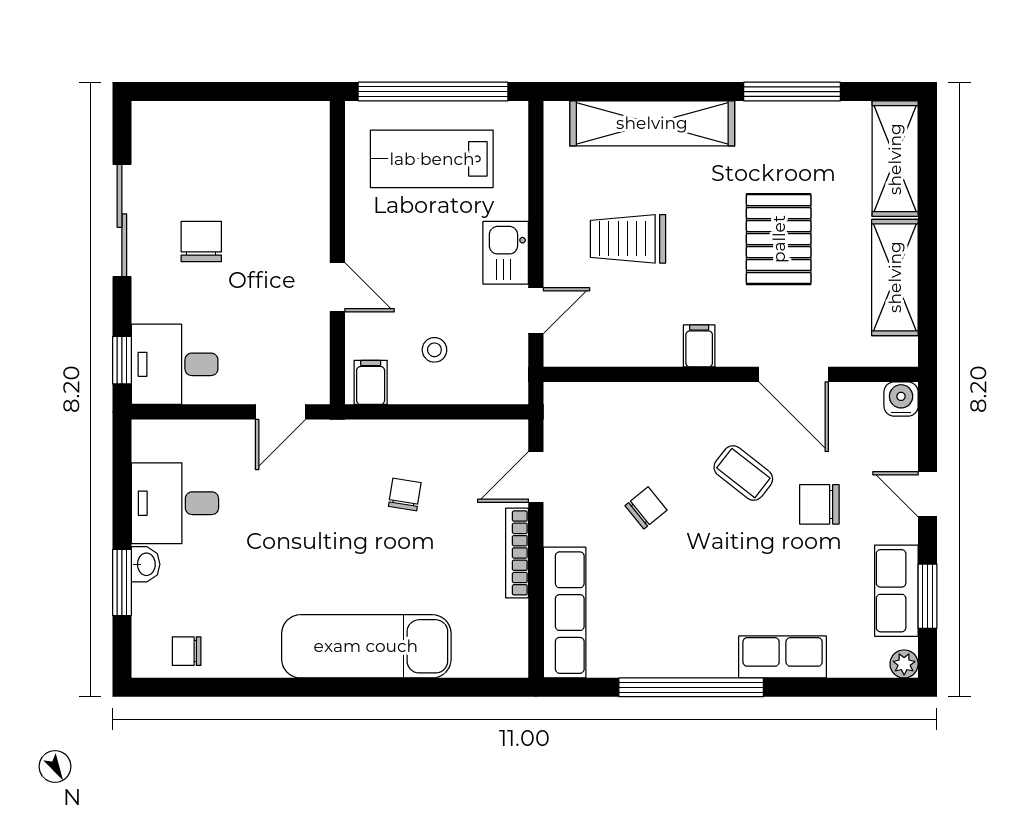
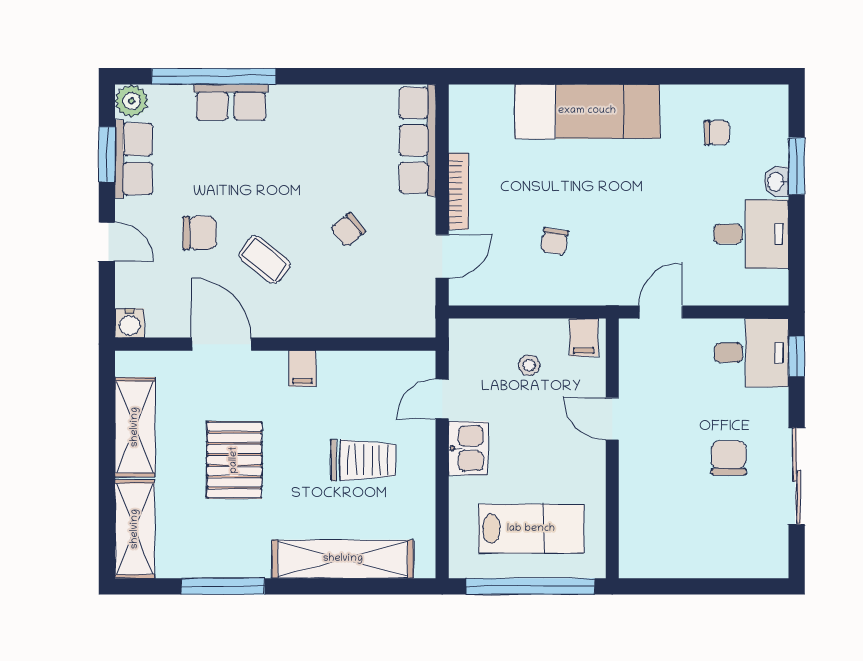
chair: (201, 241) -> (729, 458), turned 180
chair: (187, 651) -> (717, 133), moved
plant: (904, 664) -> (132, 101), width x1.38, depth x1.38
window: (691, 687) -> (214, 76), moved

